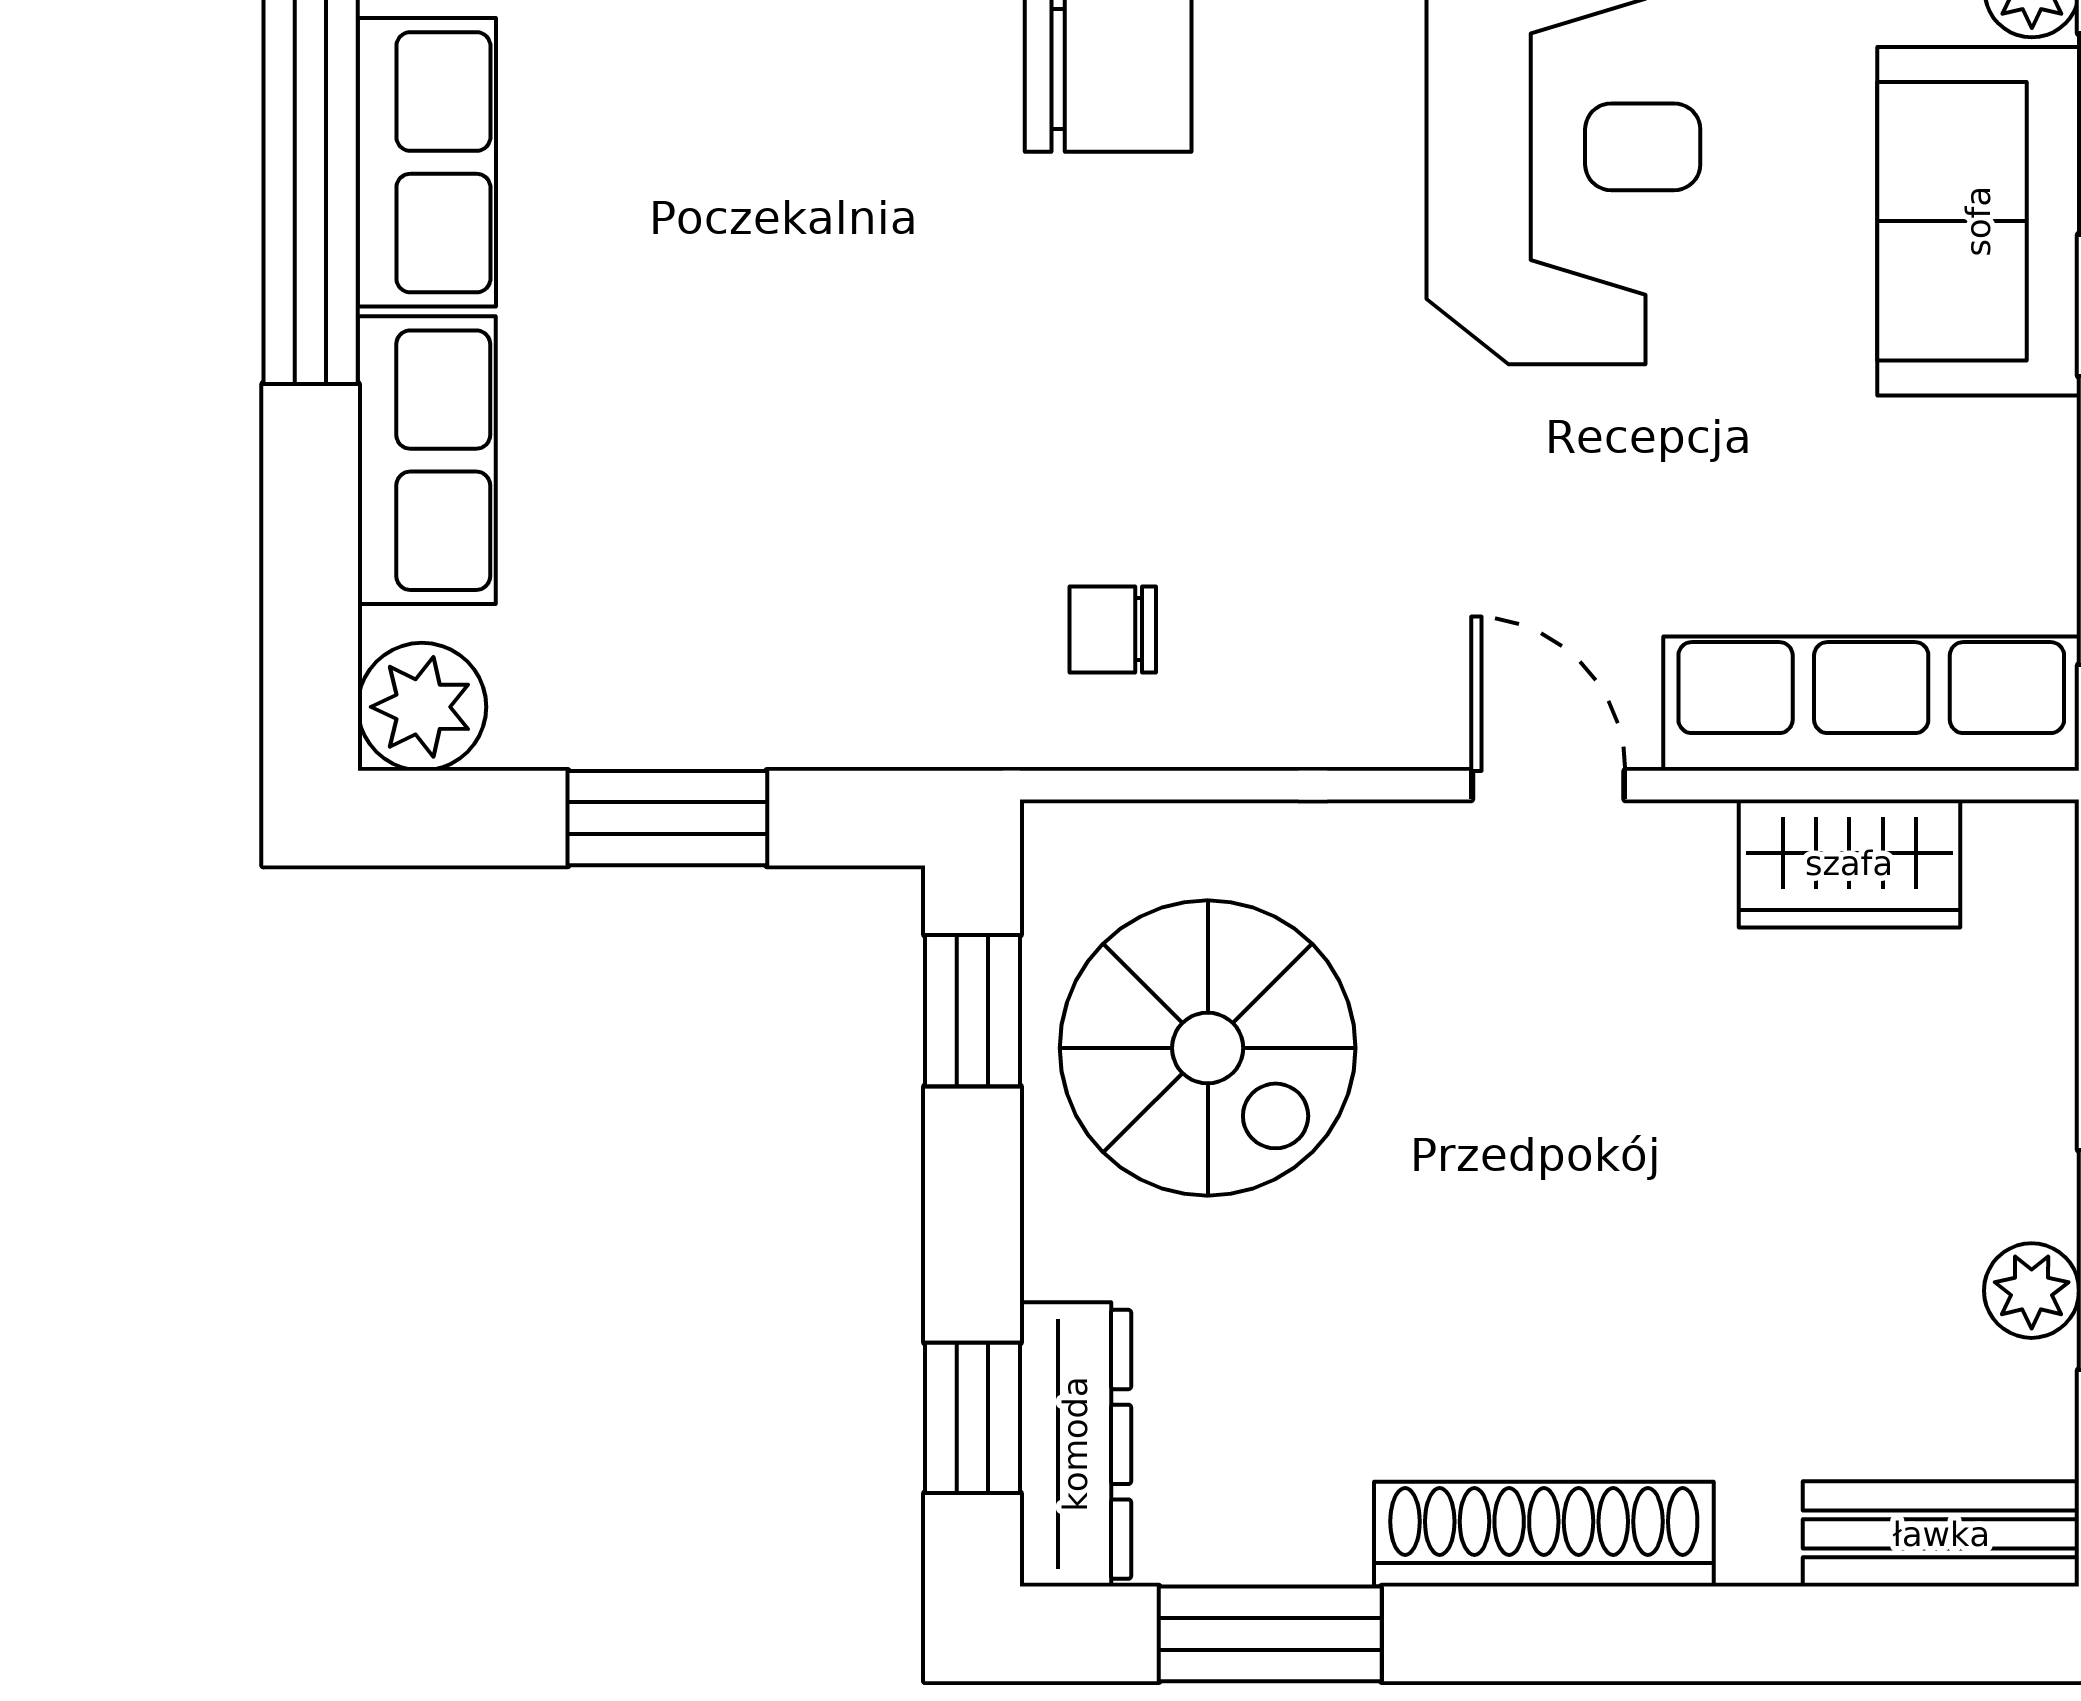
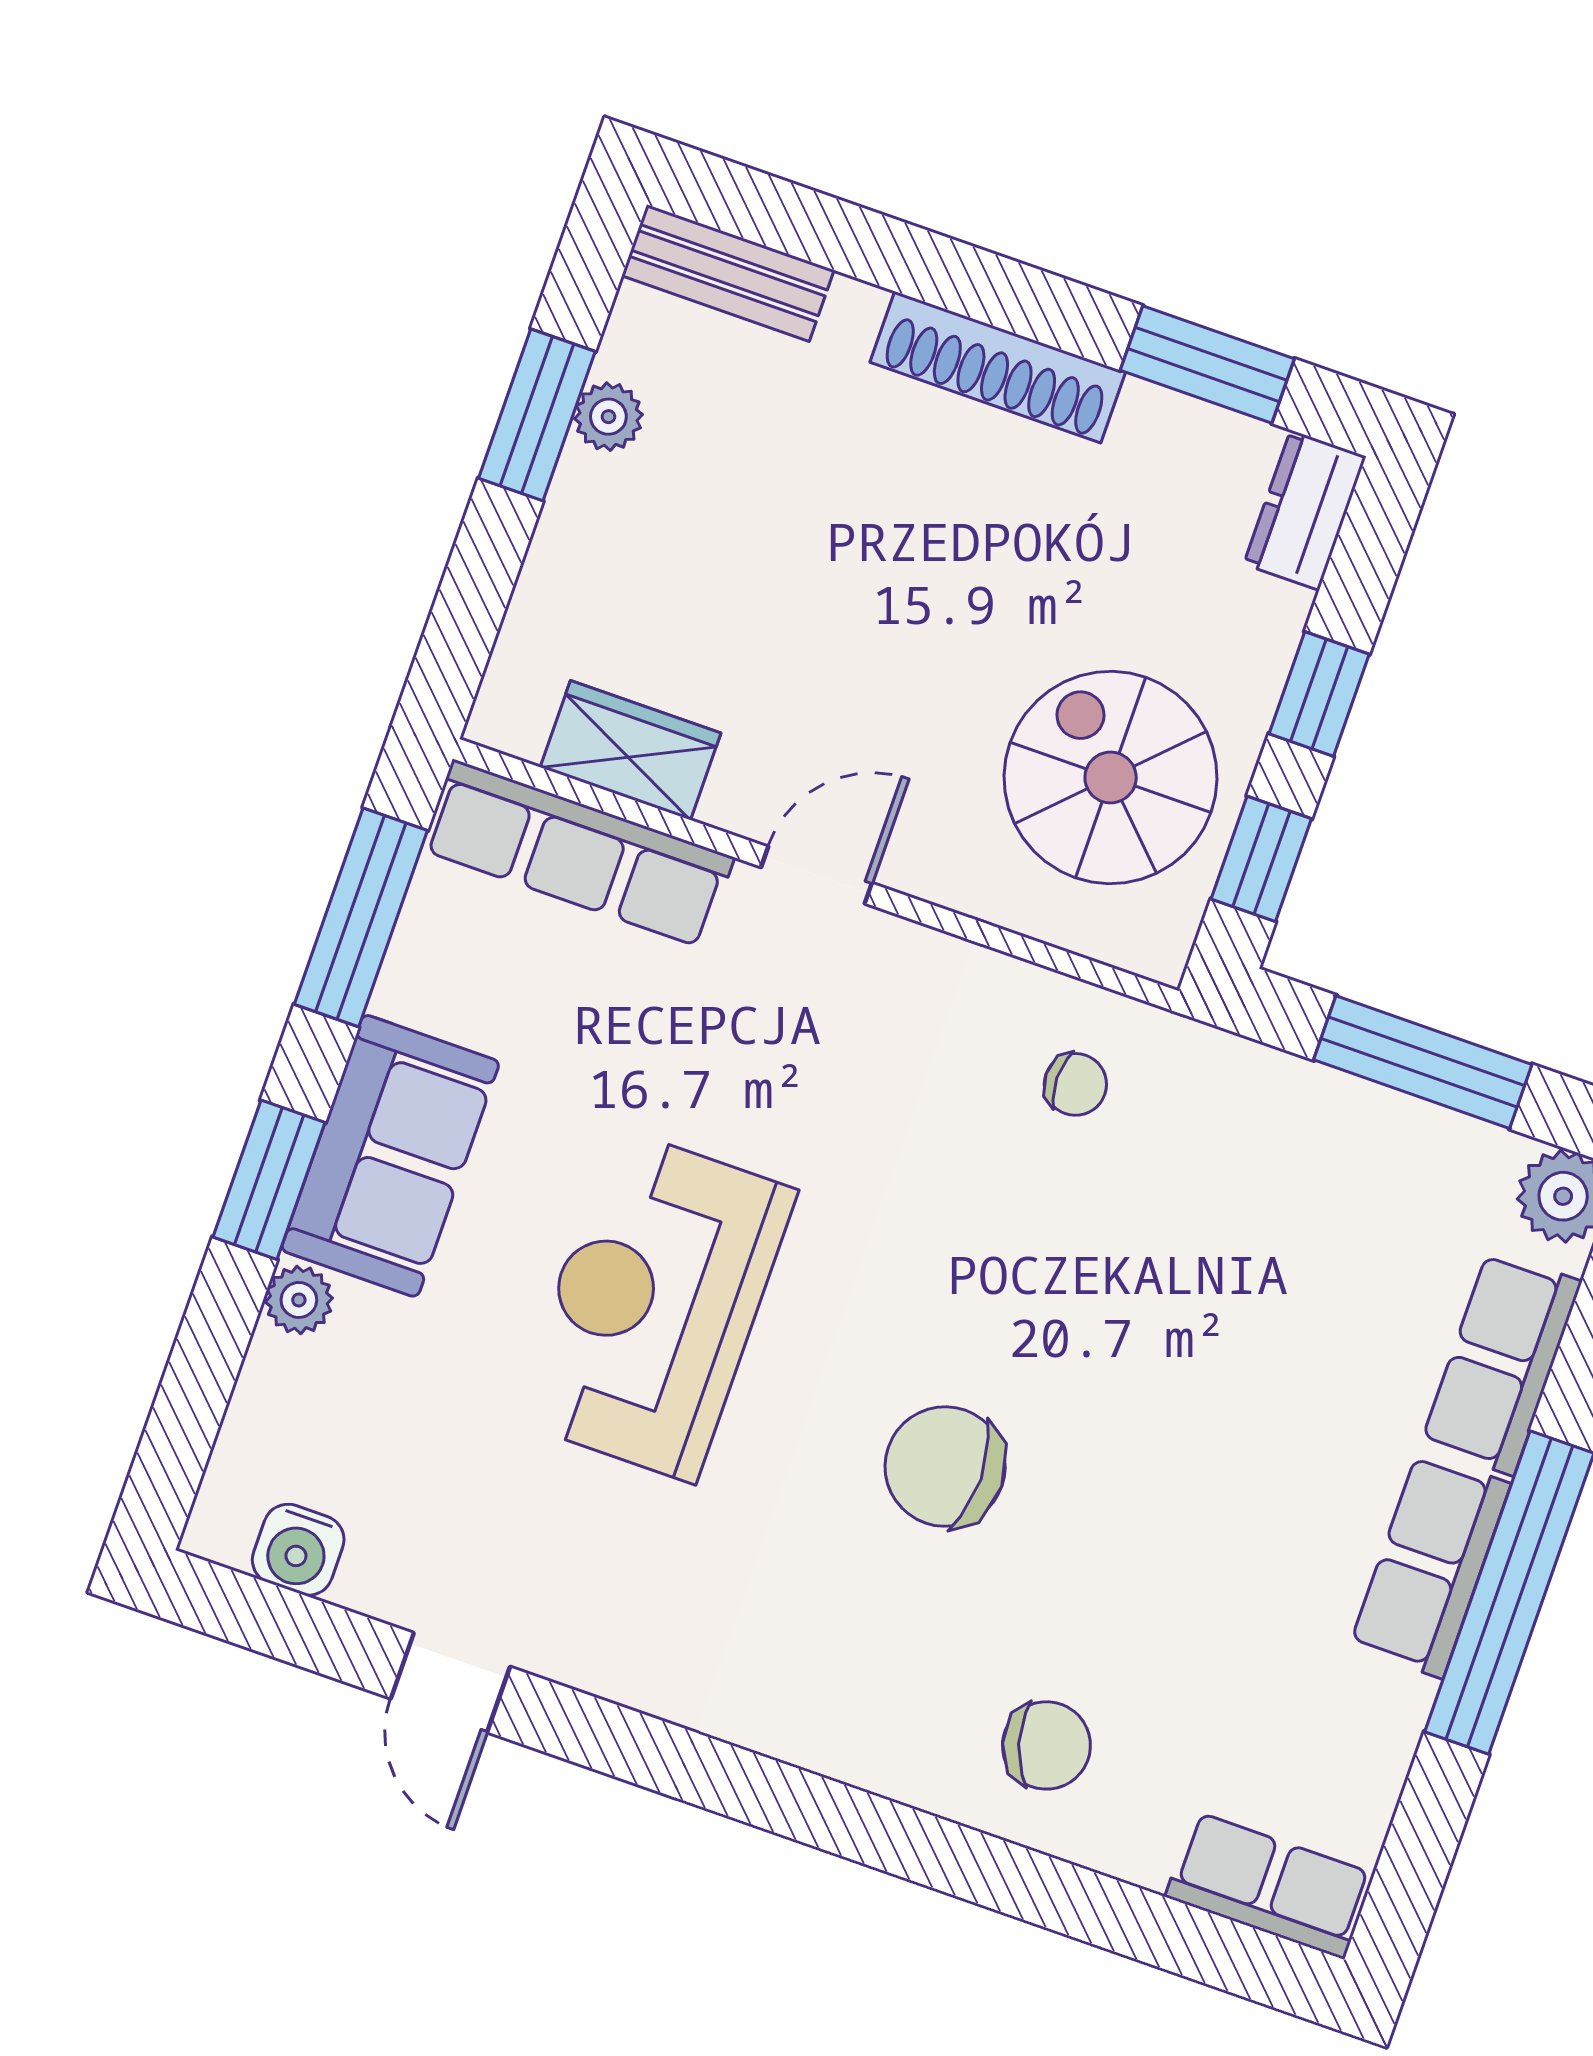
door: (1548, 785) -> (817, 875), swing flipped
window: (667, 818) -> (1423, 1062), width x1.44
window: (973, 1418) -> (1319, 694), moved
dresser: (1075, 1444) -> (1305, 510), width x0.70

